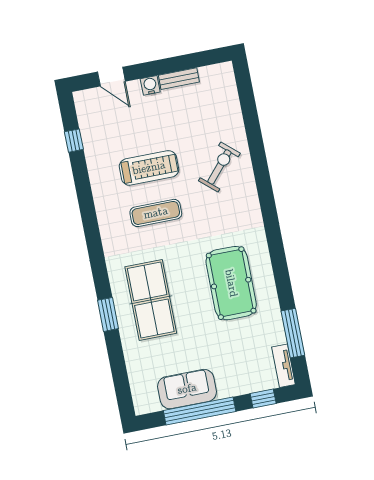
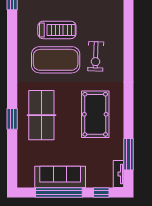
exercise bike: (219, 167) -> (96, 56), moved, turned 141
exercise mat: (156, 213) -> (56, 60), width x2.00, depth x1.45
sofa: (187, 389) -> (60, 177), width x1.36

